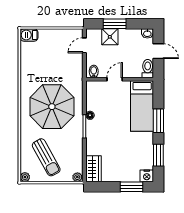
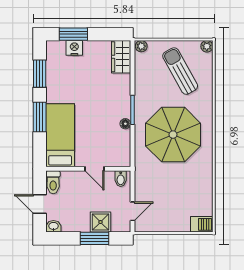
door: (115, 79) -> (94, 169), hinge flipped
nightstand: (147, 176) -> (74, 48), moved

